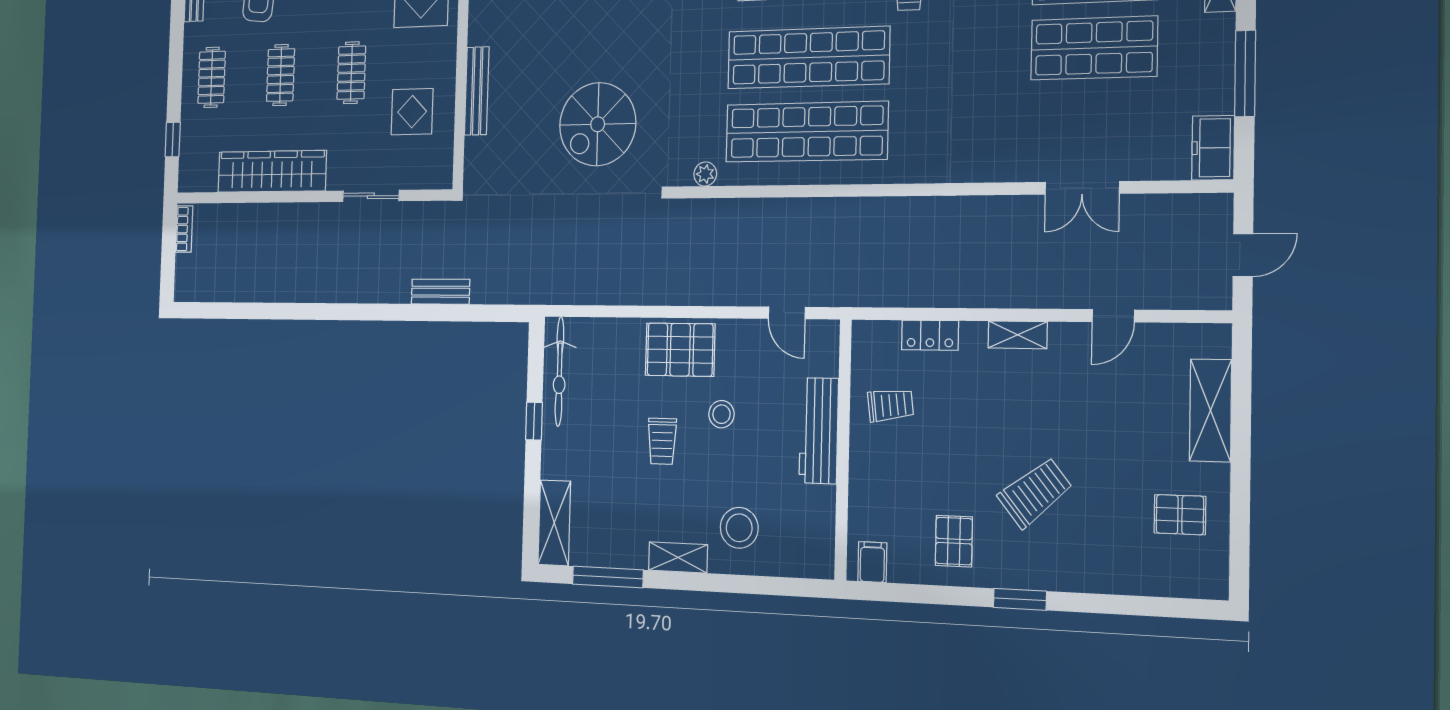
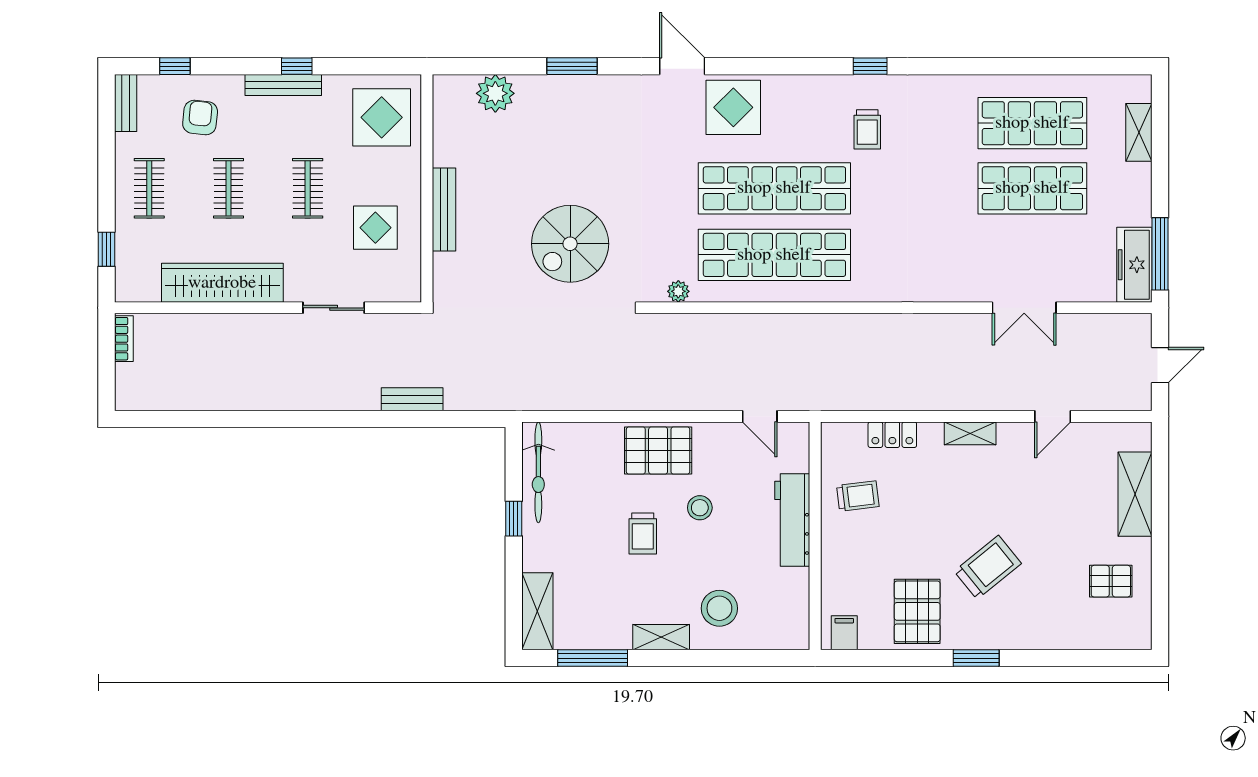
window: (1245, 73) -> (1160, 254), moved
freezer: (1213, 148) -> (1134, 265), width x1.40
pallet: (954, 541) -> (917, 611), width x1.50, depth x1.42

